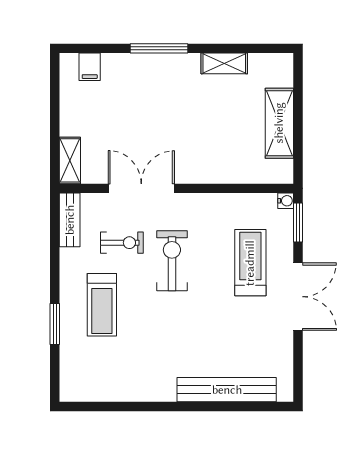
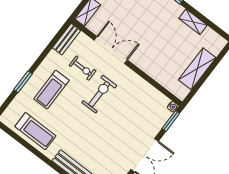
treadmill: (250, 263) -> (35, 131), moved, turned 90

